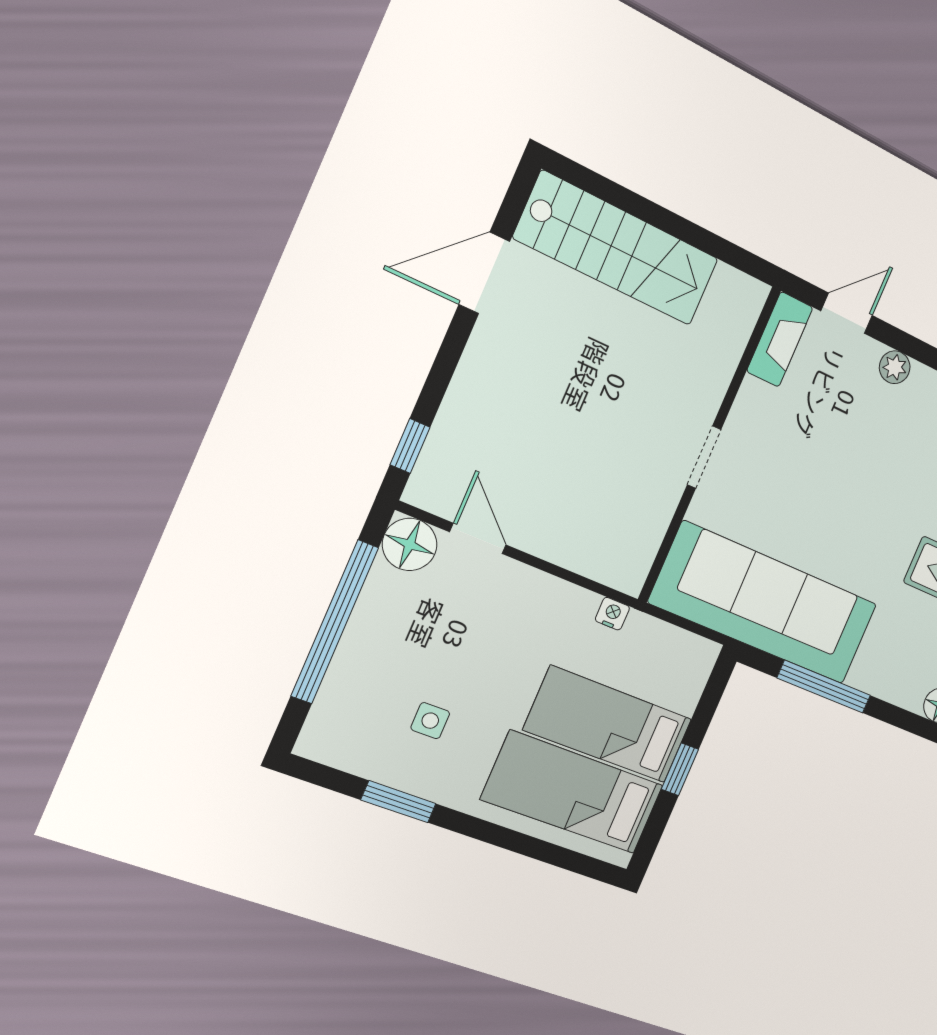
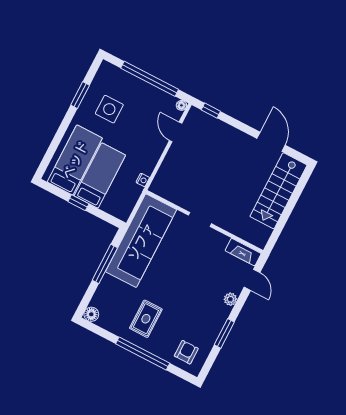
door: (478, 539) -> (176, 132), swing flipped
floor lamp: (410, 544) -> (181, 105), width x0.53, depth x0.53
side table: (430, 721) -> (109, 109), width x1.87, depth x1.87

